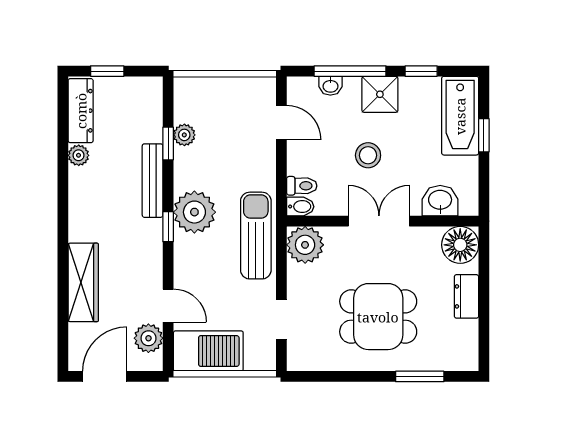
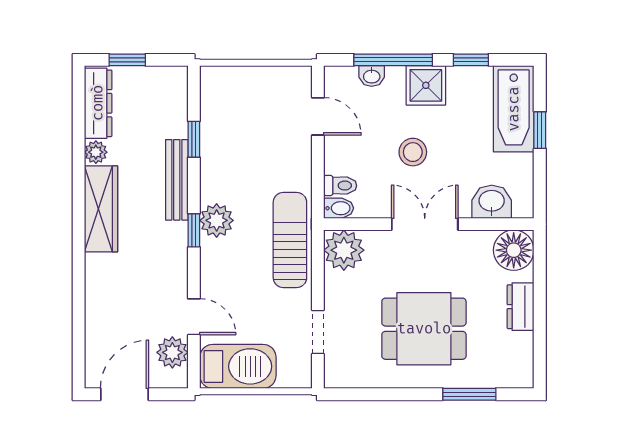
plant: (184, 135) -> (212, 130), removed
plant: (194, 212) -> (217, 220), width x0.73, depth x0.73
wardrobe: (83, 282) -> (101, 209), moved

